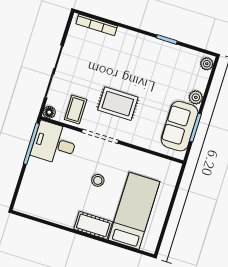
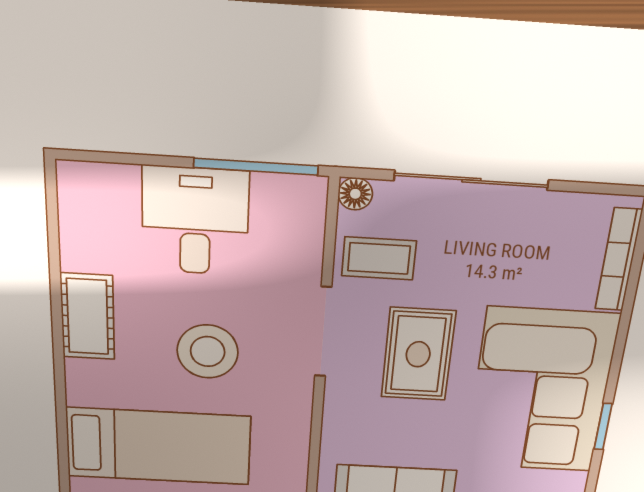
corner sofa: (145, 61) -> (541, 391), added
desk: (54, 143) -> (195, 221), moved
stool: (98, 180) -> (208, 352), width x1.89, depth x1.89
cot: (93, 225) -> (88, 317), moved

